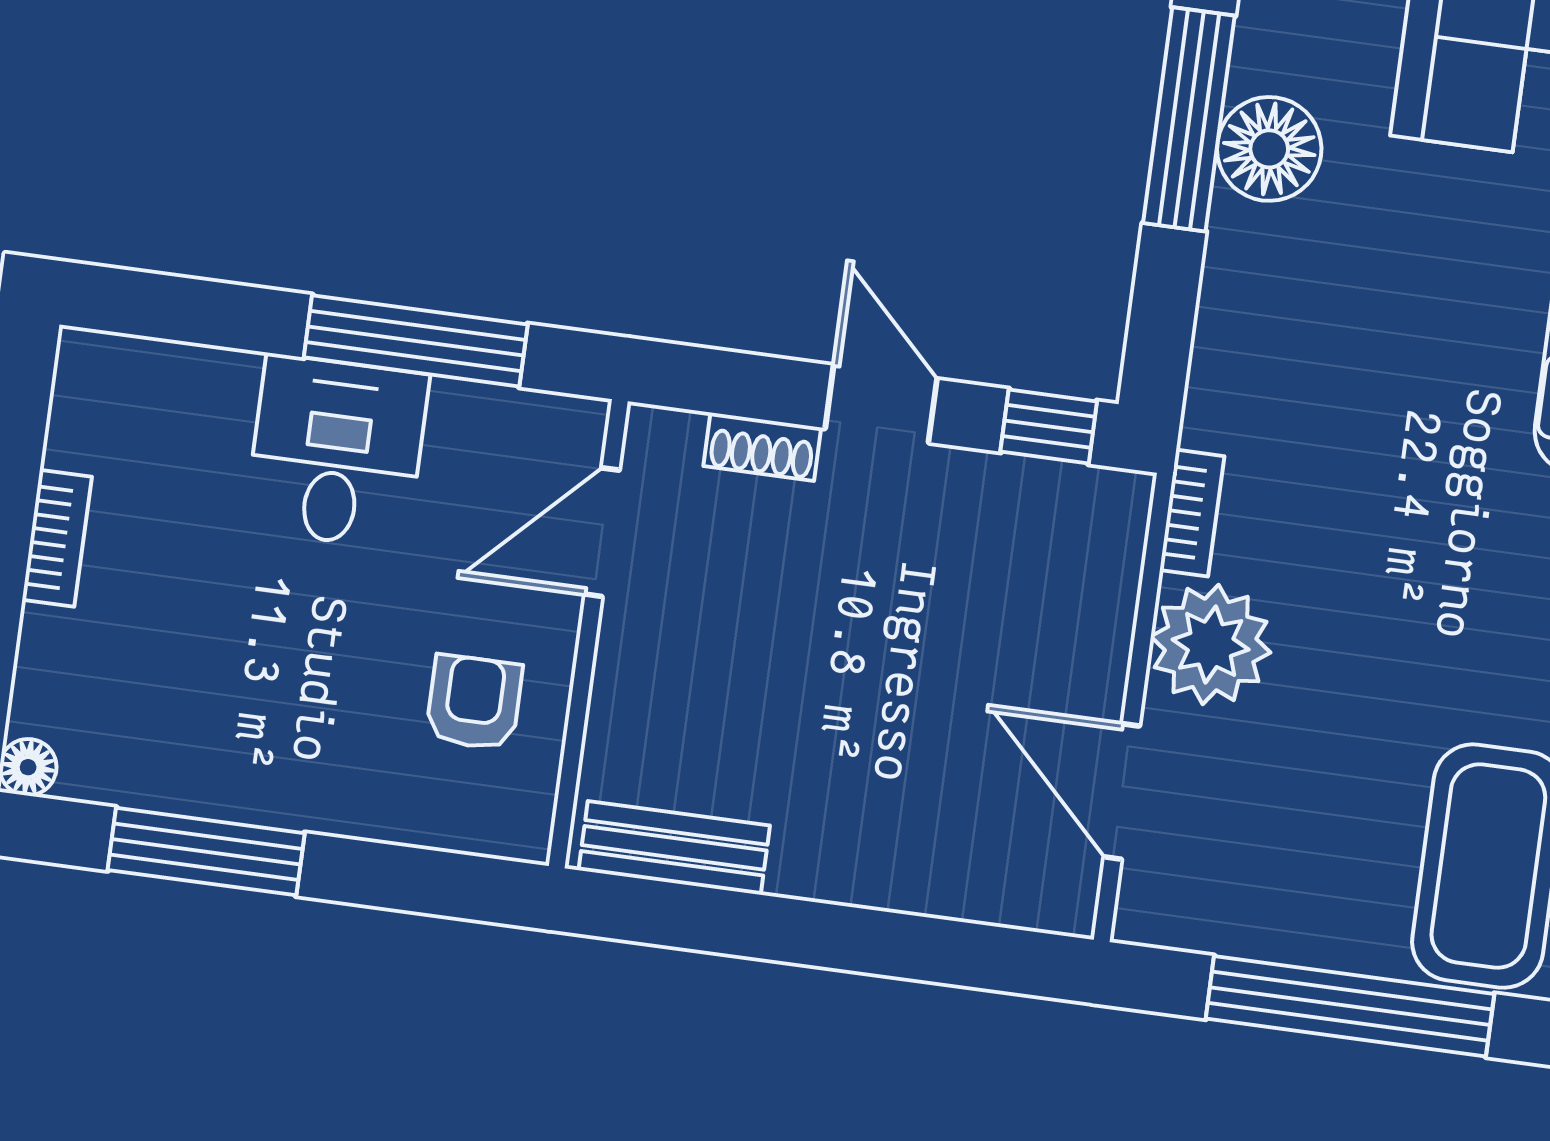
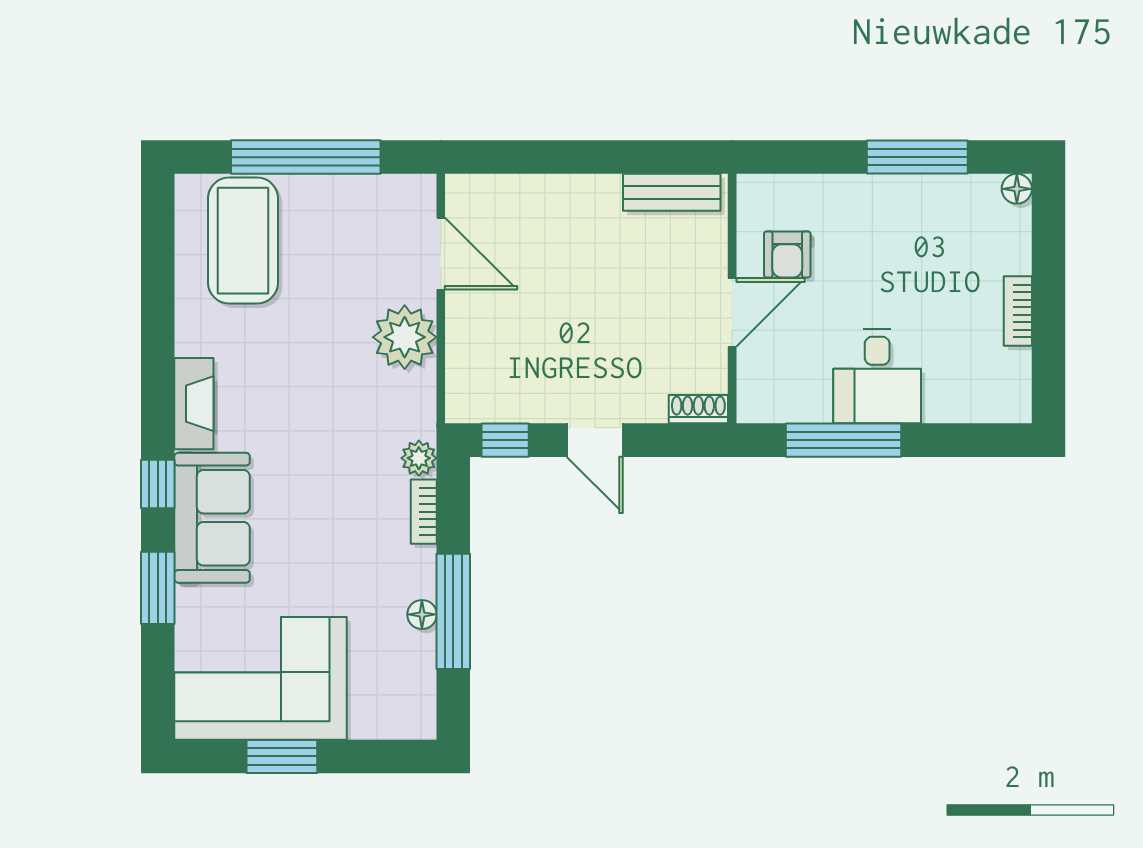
floor lamp: (1269, 149) -> (422, 614), width x0.53, depth x0.53
plant: (1215, 415) -> (419, 458), added
shoe rack: (762, 447) -> (698, 409), moved
bookcase: (1192, 513) -> (424, 512), moved
door: (602, 532) -> (732, 312), moved

